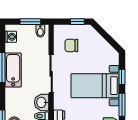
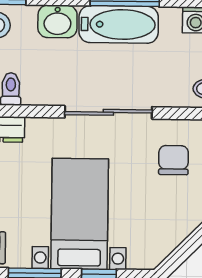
washbasin: (42, 102) -> (57, 21), moved, turned 180

